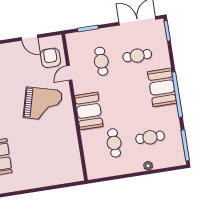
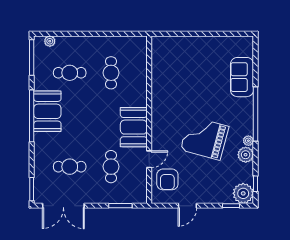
door: (29, 38) -> (187, 206), swing flipped
booth: (162, 87) -> (47, 111), moved
grand piano: (43, 104) -> (205, 138), moved
booth: (89, 111) -> (134, 127), moved
plant: (148, 166) -> (50, 41), moved

